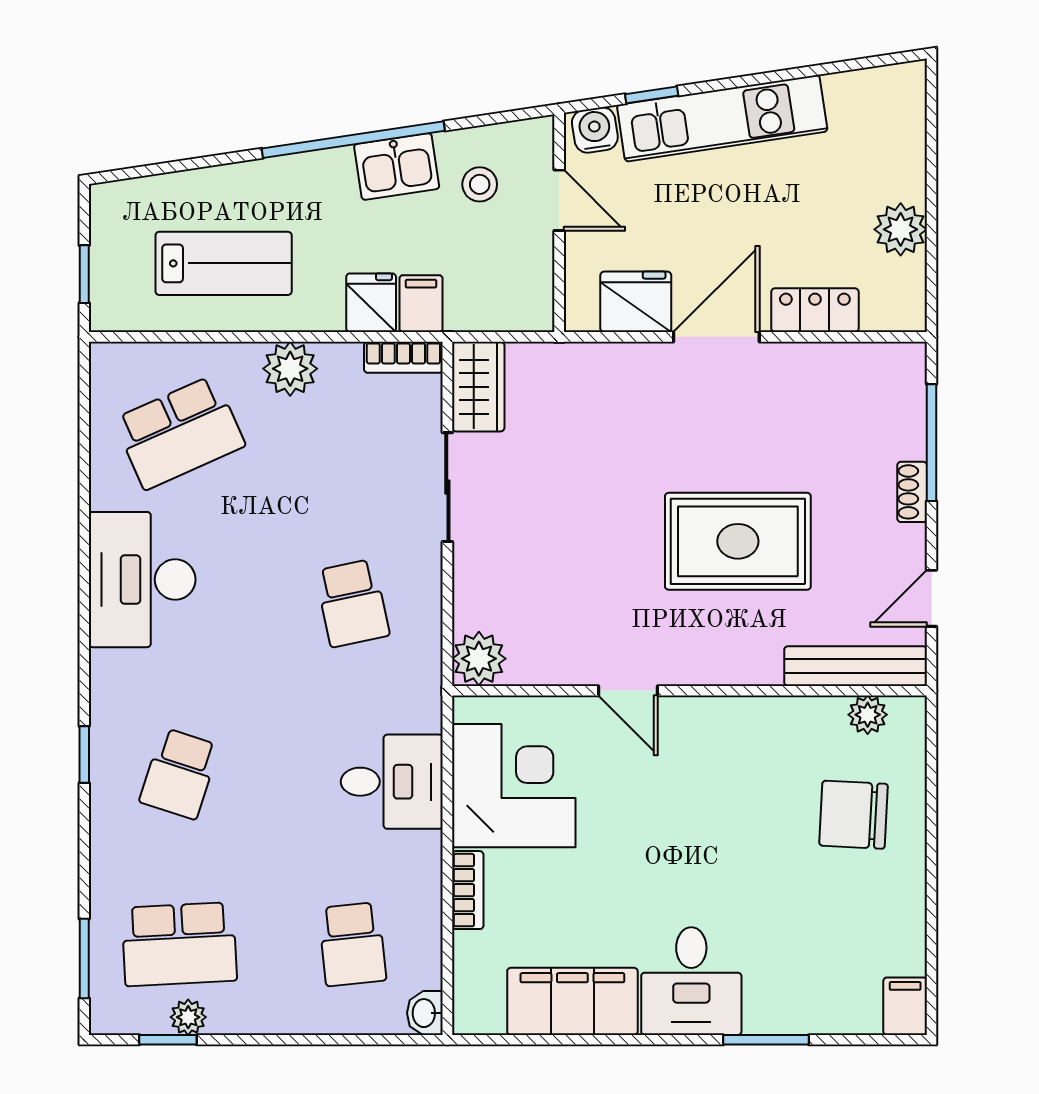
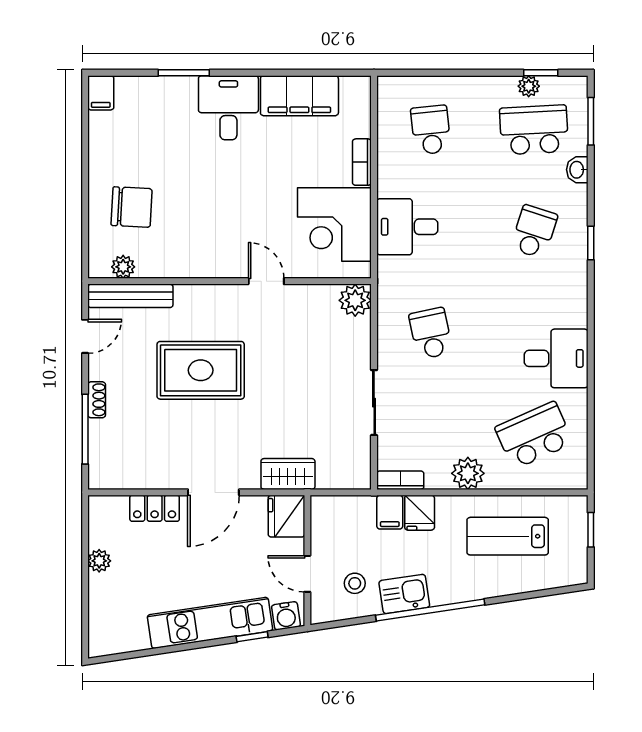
plant: (901, 229) -> (99, 561), width x0.73, depth x0.73
fridge: (636, 302) -> (286, 516), moved, turned 90
wardrobe: (478, 387) -> (288, 474), moved, turned 90
desk: (142, 580) -> (556, 358), width x0.73
washbasin: (425, 1013) -> (577, 170), moved, turned 180

